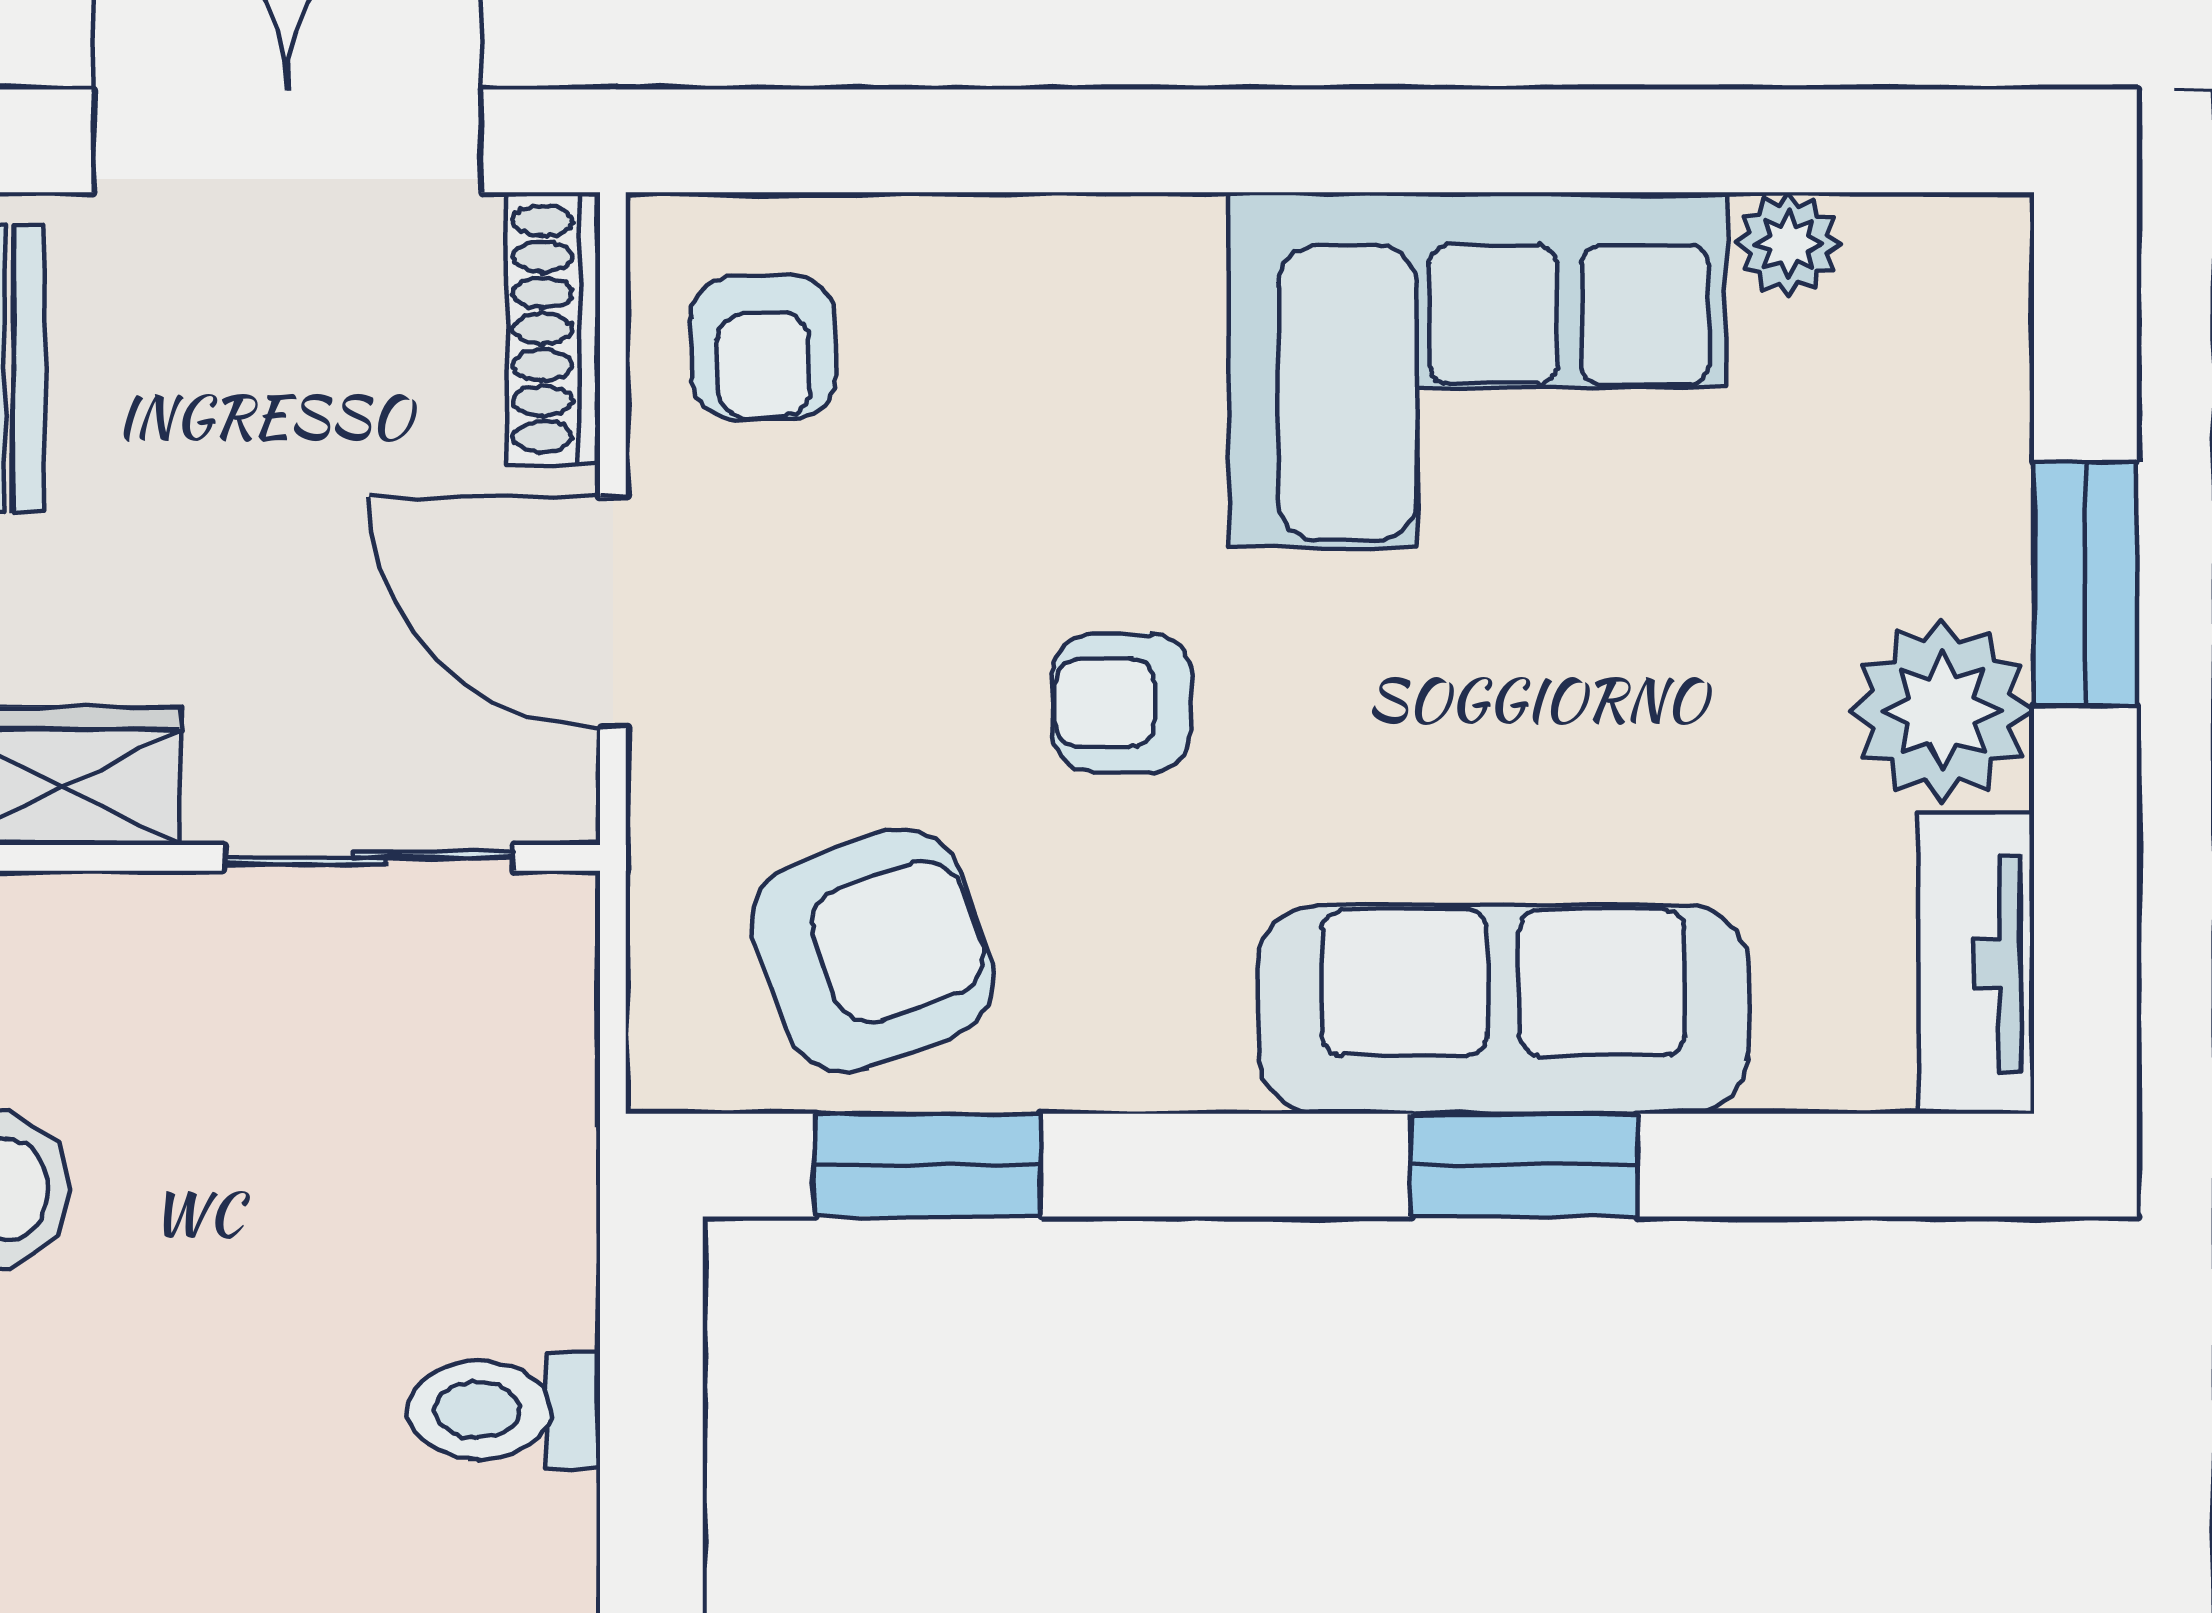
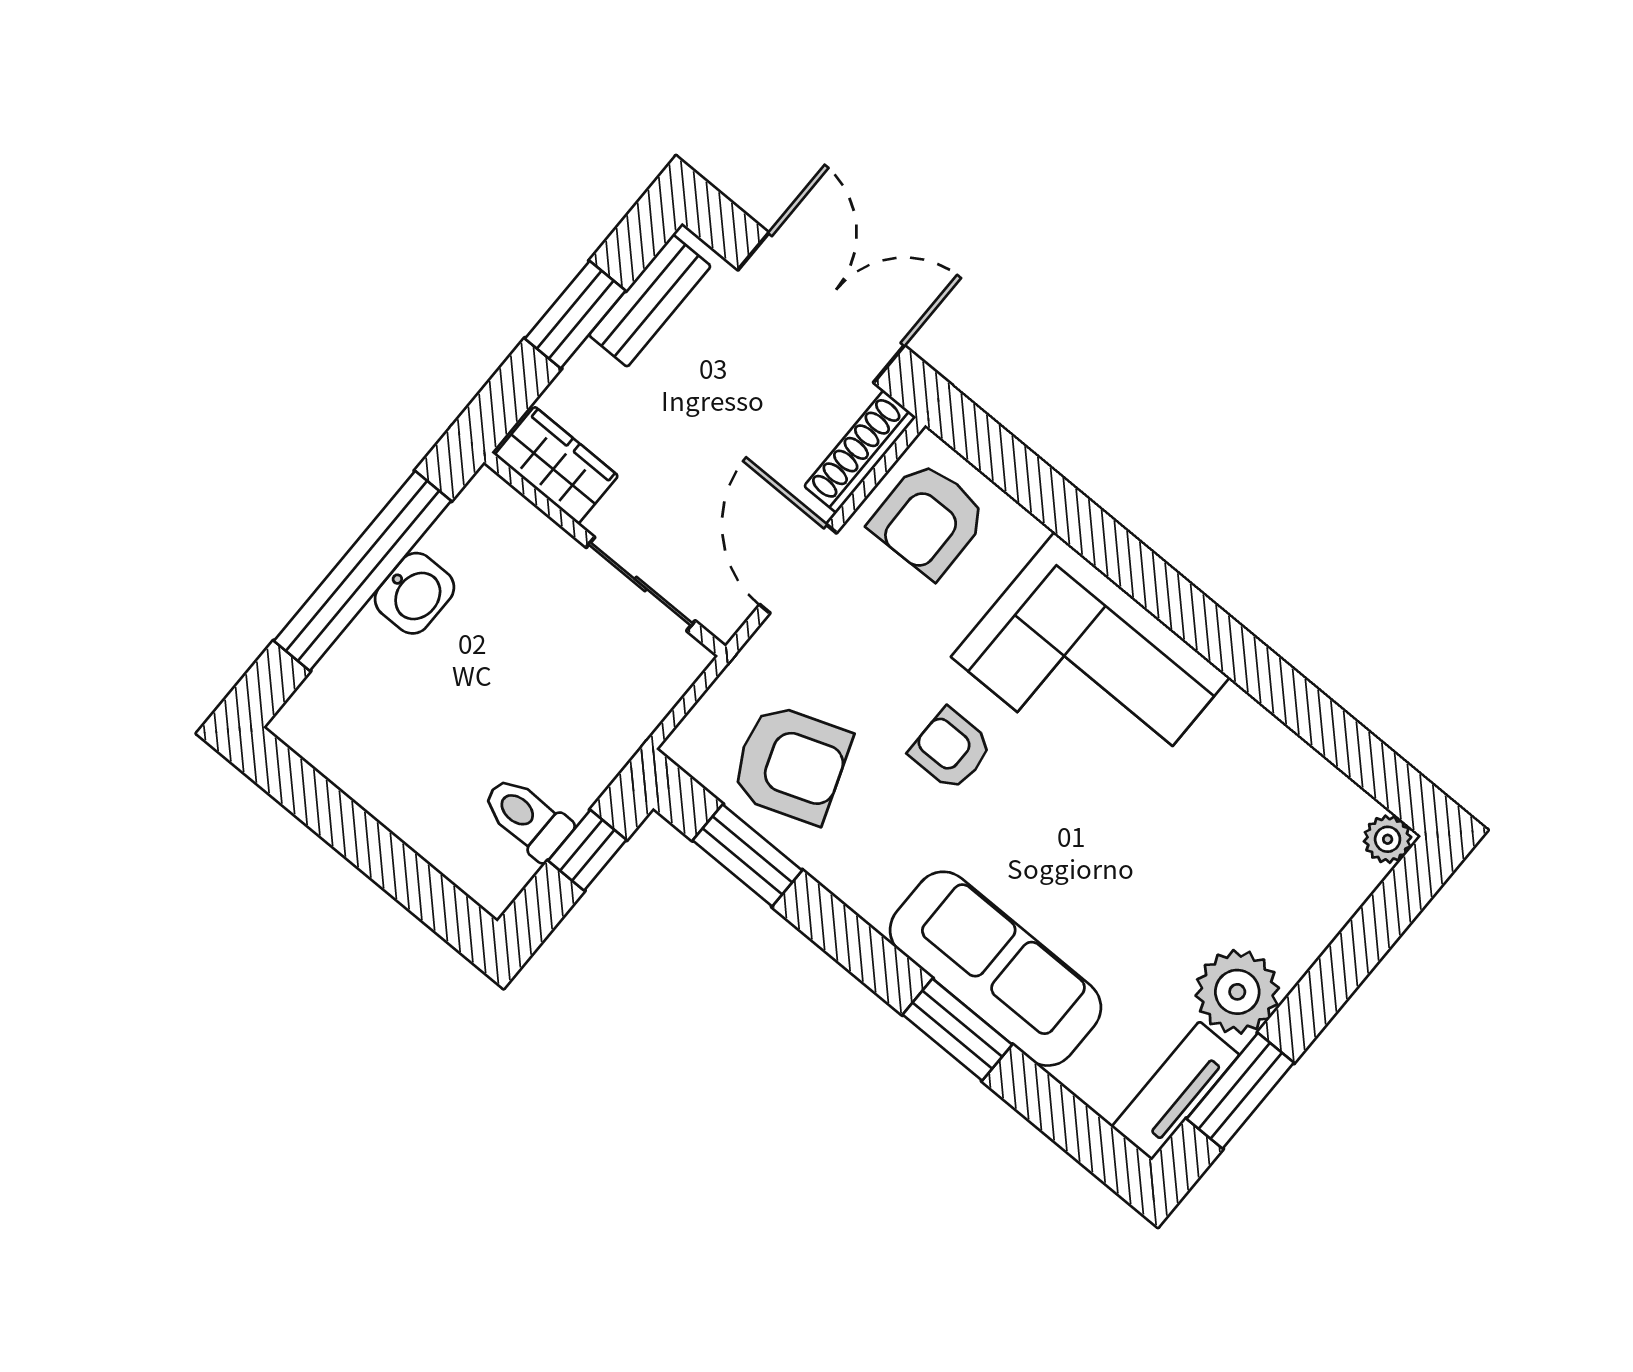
plant: (1788, 244) -> (1388, 839), moved
armchair: (763, 348) -> (928, 520), width x1.38, depth x1.38
corner sofa: (1477, 370) -> (1090, 667), moved
window: (2085, 584) -> (1240, 1091), moved
window: (651, 1380) -> (587, 850), added

